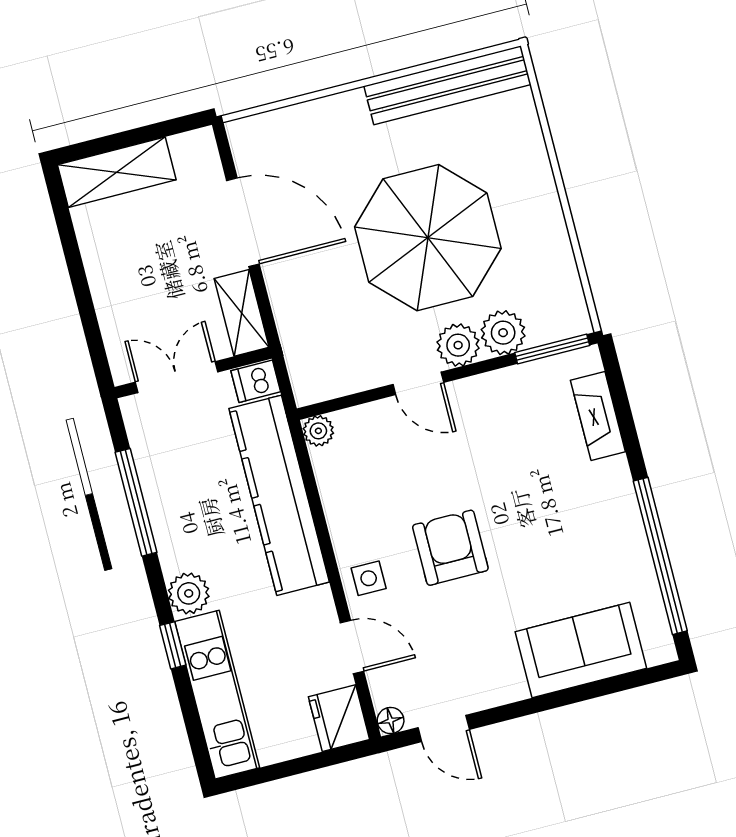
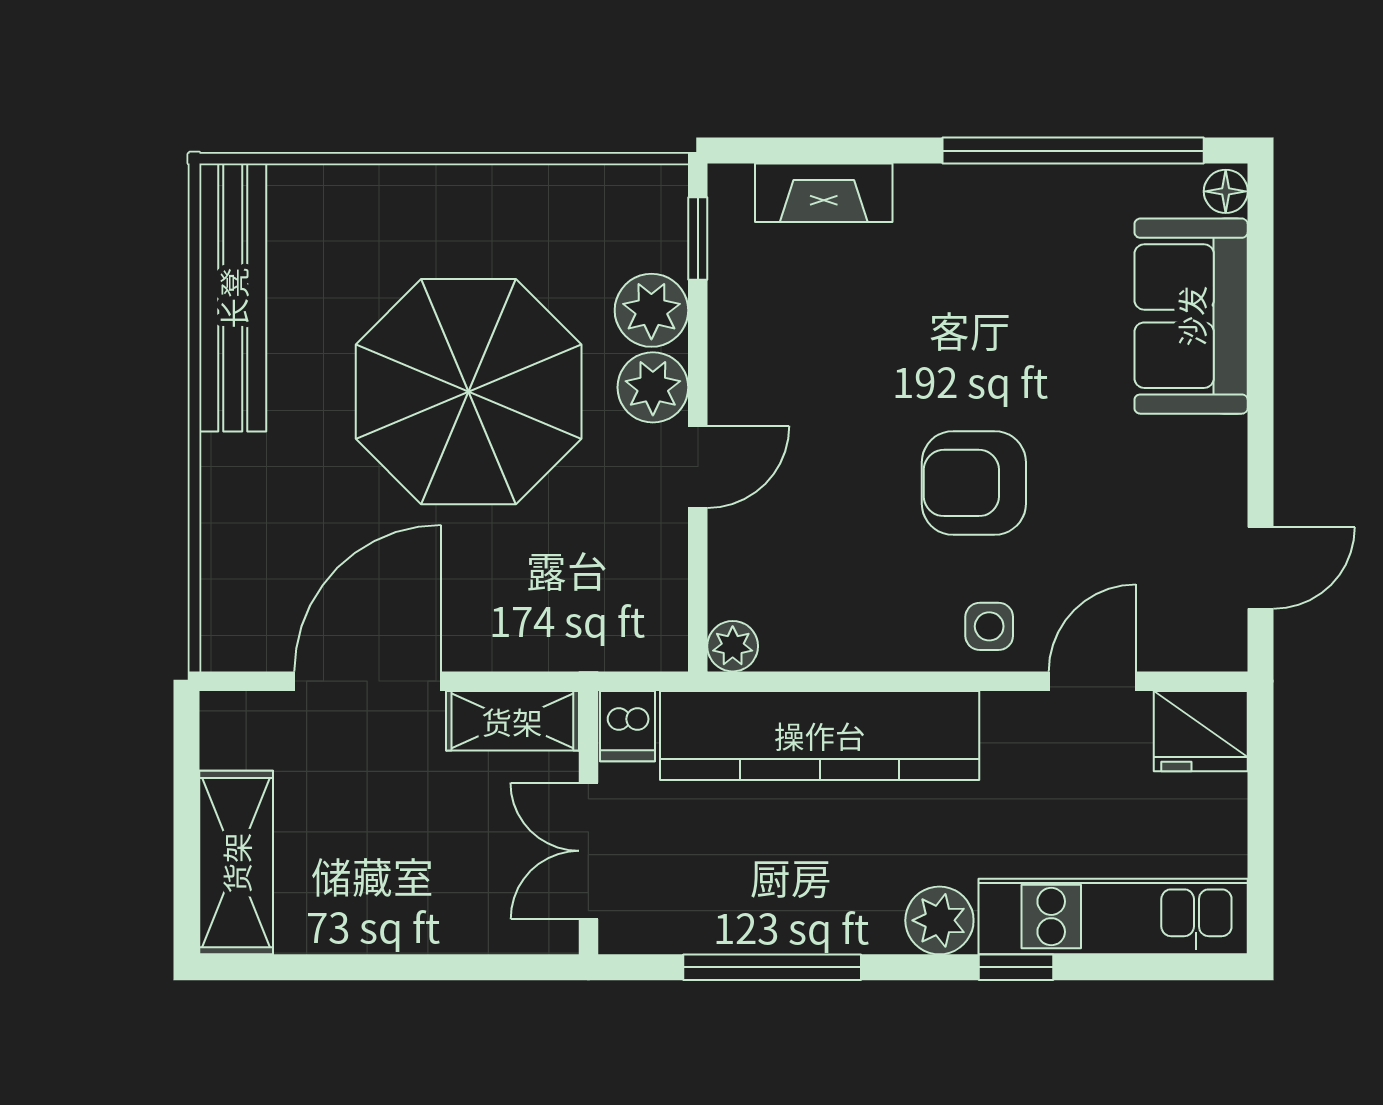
window: (552, 349) -> (698, 239), width x0.67
floor lamp: (391, 720) -> (1226, 191), moved

